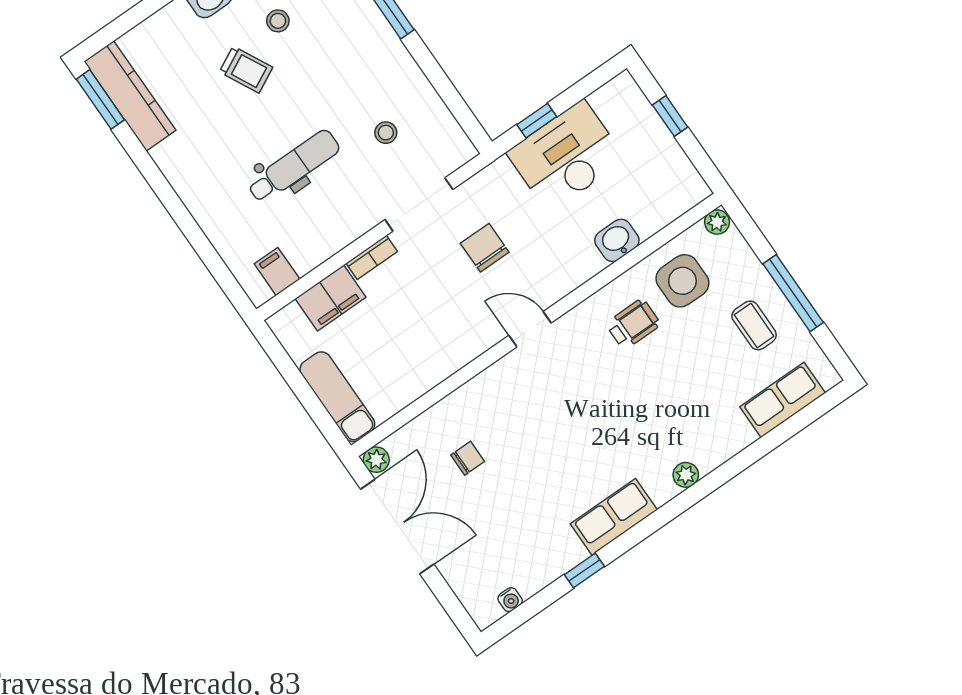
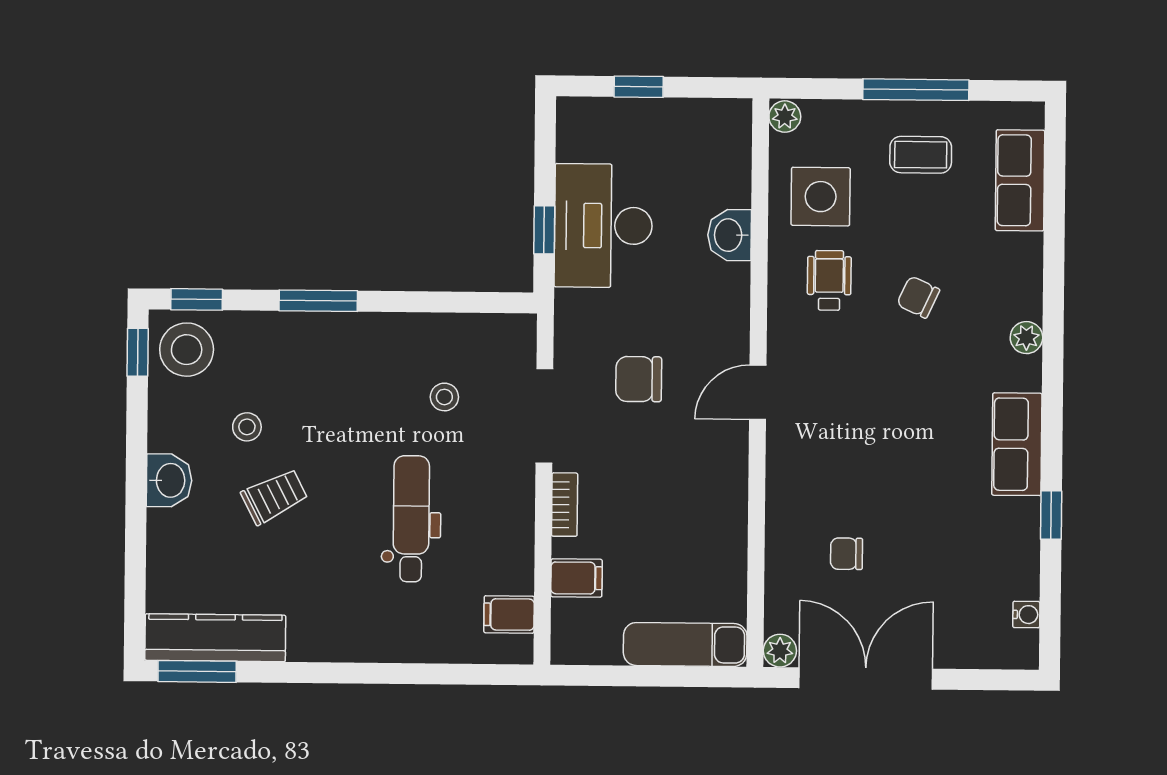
filing cabinet: (331, 298) -> (576, 578), width x0.50
chair: (663, 388) -> (918, 297), added
chair: (468, 458) -> (847, 554), turned -90

